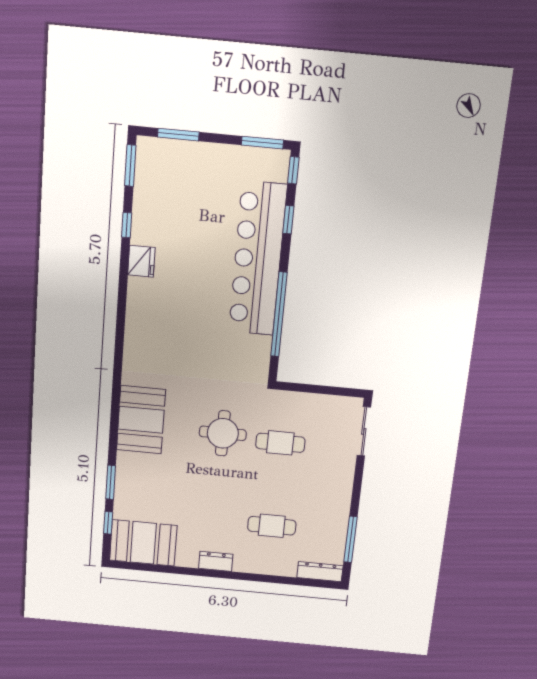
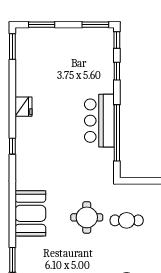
window: (127, 225) -> (12, 146), moved
bar counter: (258, 259) -> (99, 121), width x0.54

